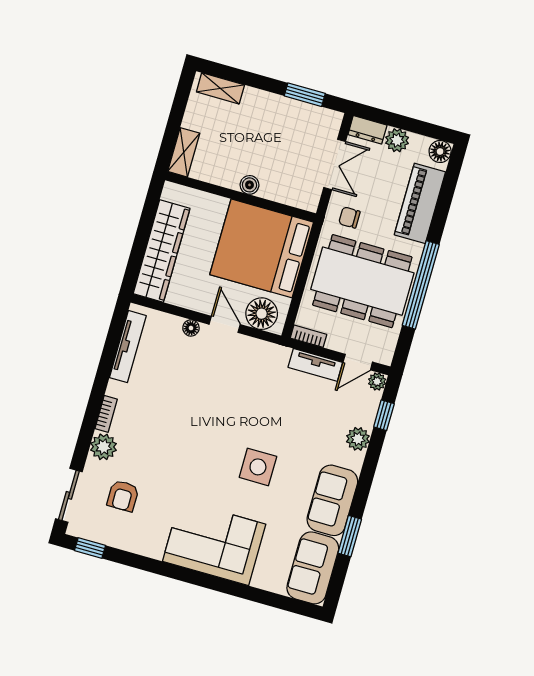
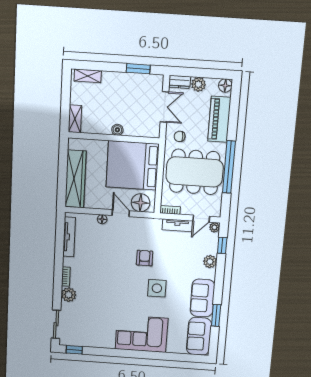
armchair: (123, 496) -> (145, 258), moved, turned 180

